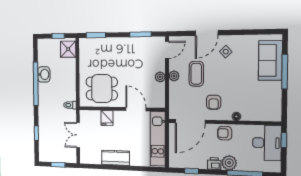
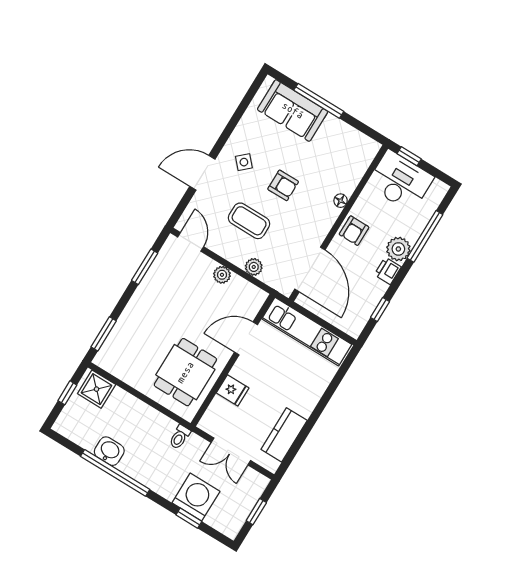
door: (207, 33) -> (202, 173), swing flipped
plant: (174, 76) -> (254, 267), moved
armchair: (214, 102) -> (283, 185), moved
washing machine: (48, 131) -> (196, 497), added
kitchen counter: (116, 158) -> (284, 435), moved

